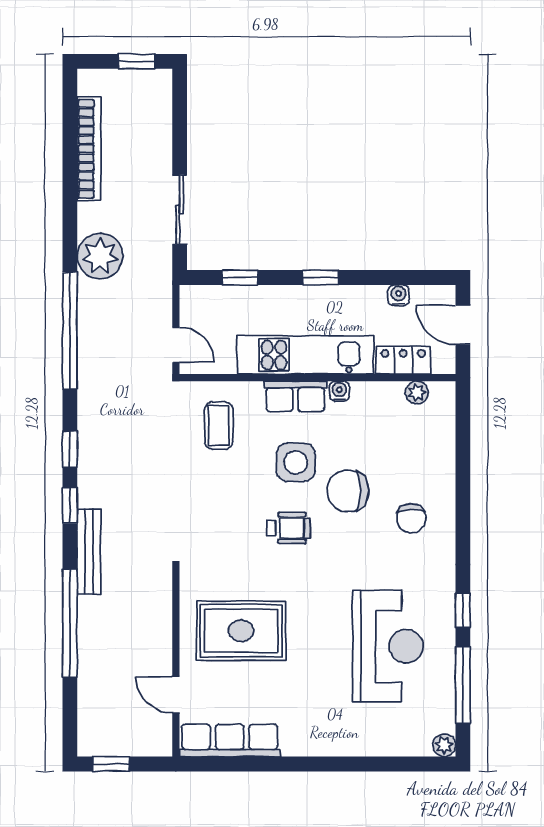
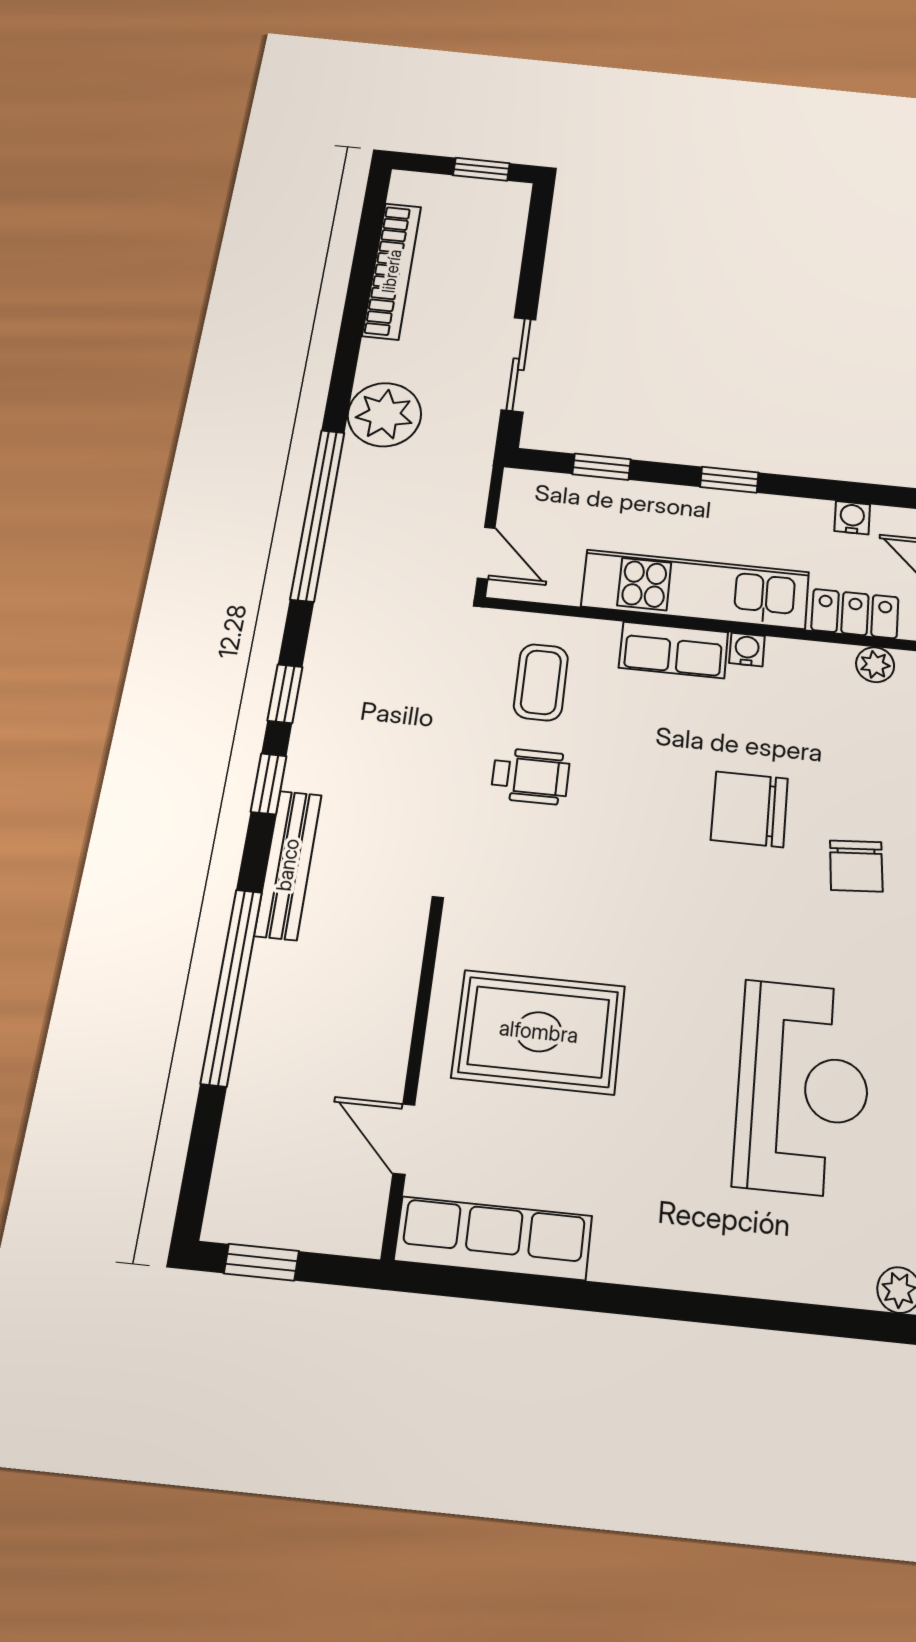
side table: (296, 462) -> (664, 754), removed
wheelchair: (289, 528) -> (531, 776), moved

